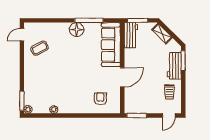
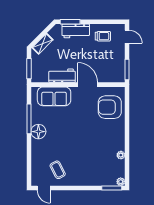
workbench: (131, 35) -> (62, 76), moved
sofa: (111, 45) -> (54, 96), width x0.73
armchair: (100, 99) -> (110, 107), width x1.88, depth x1.88

